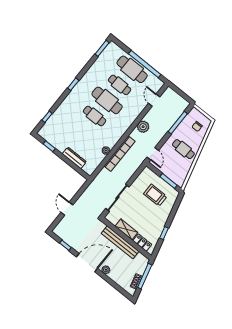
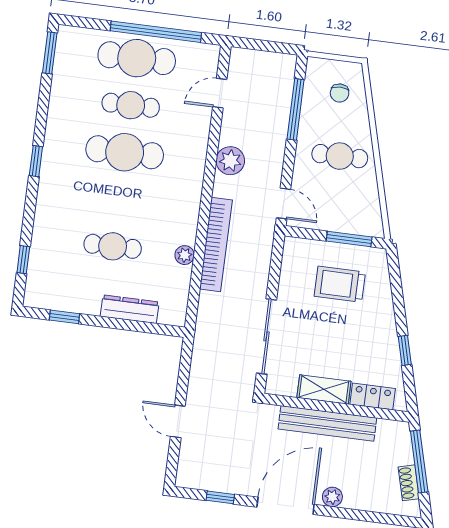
door: (154, 100) -> (220, 93), hinge flipped
cafe table: (95, 116) -> (113, 246), moved

